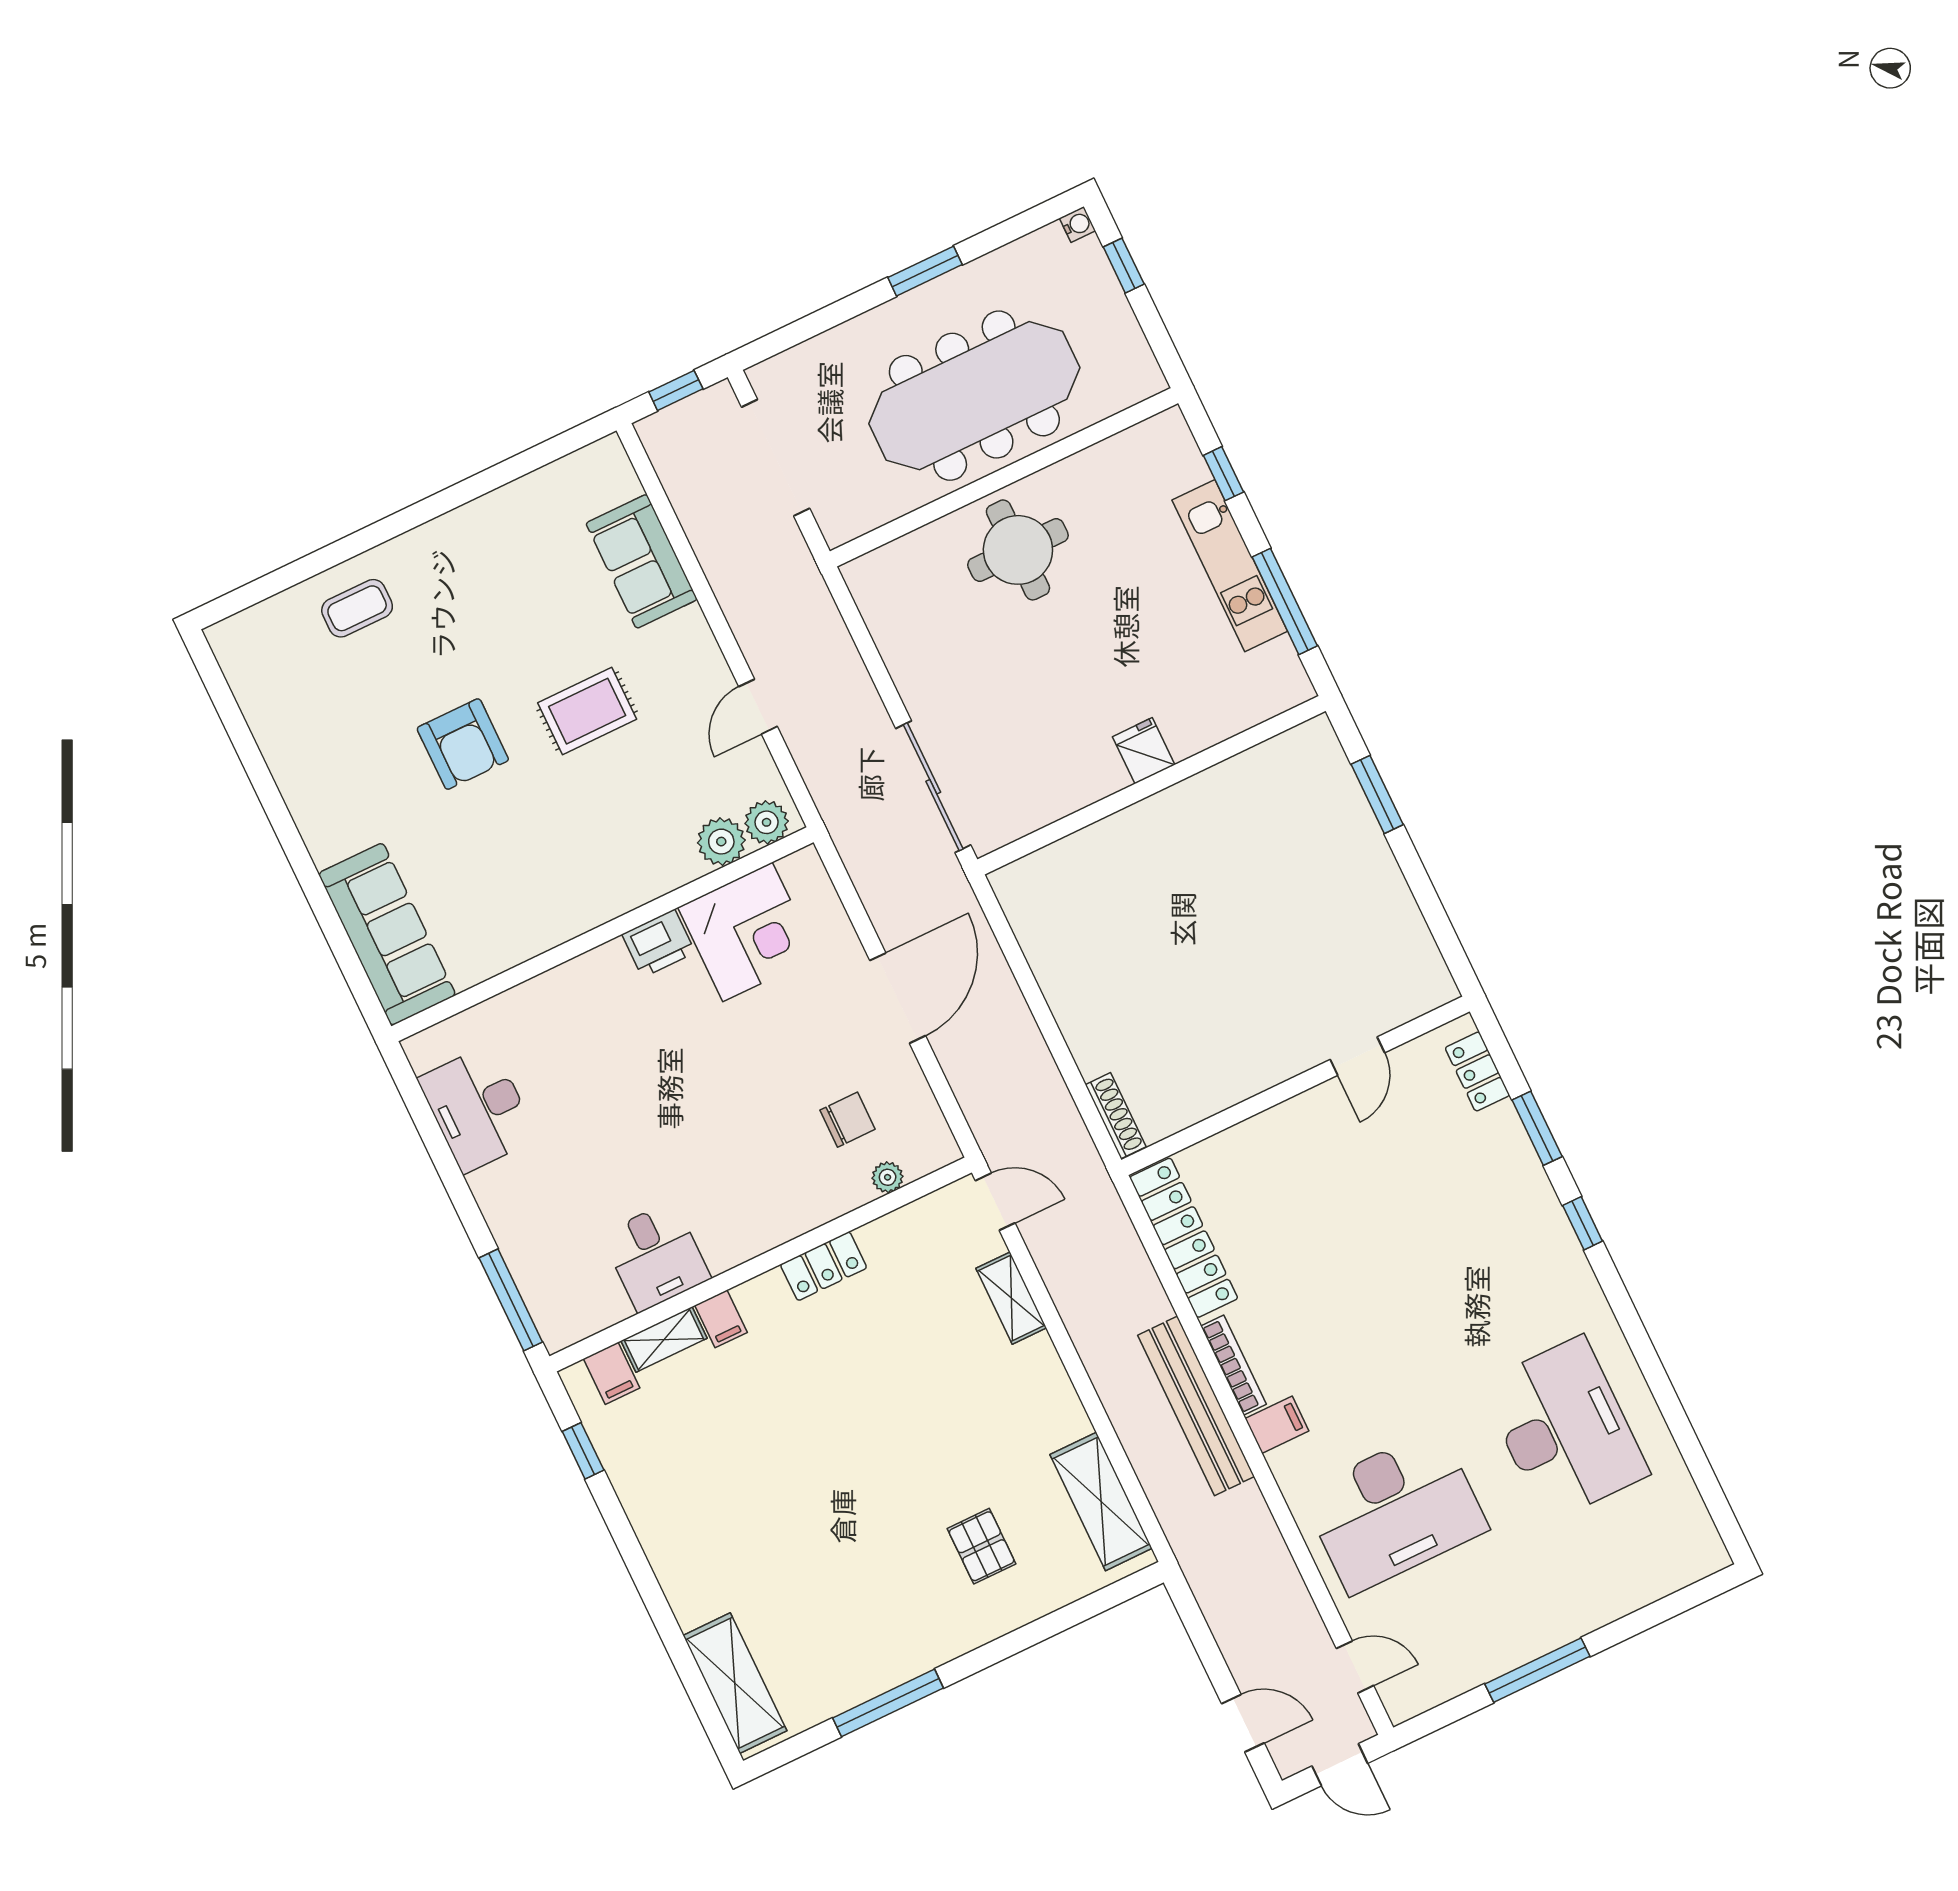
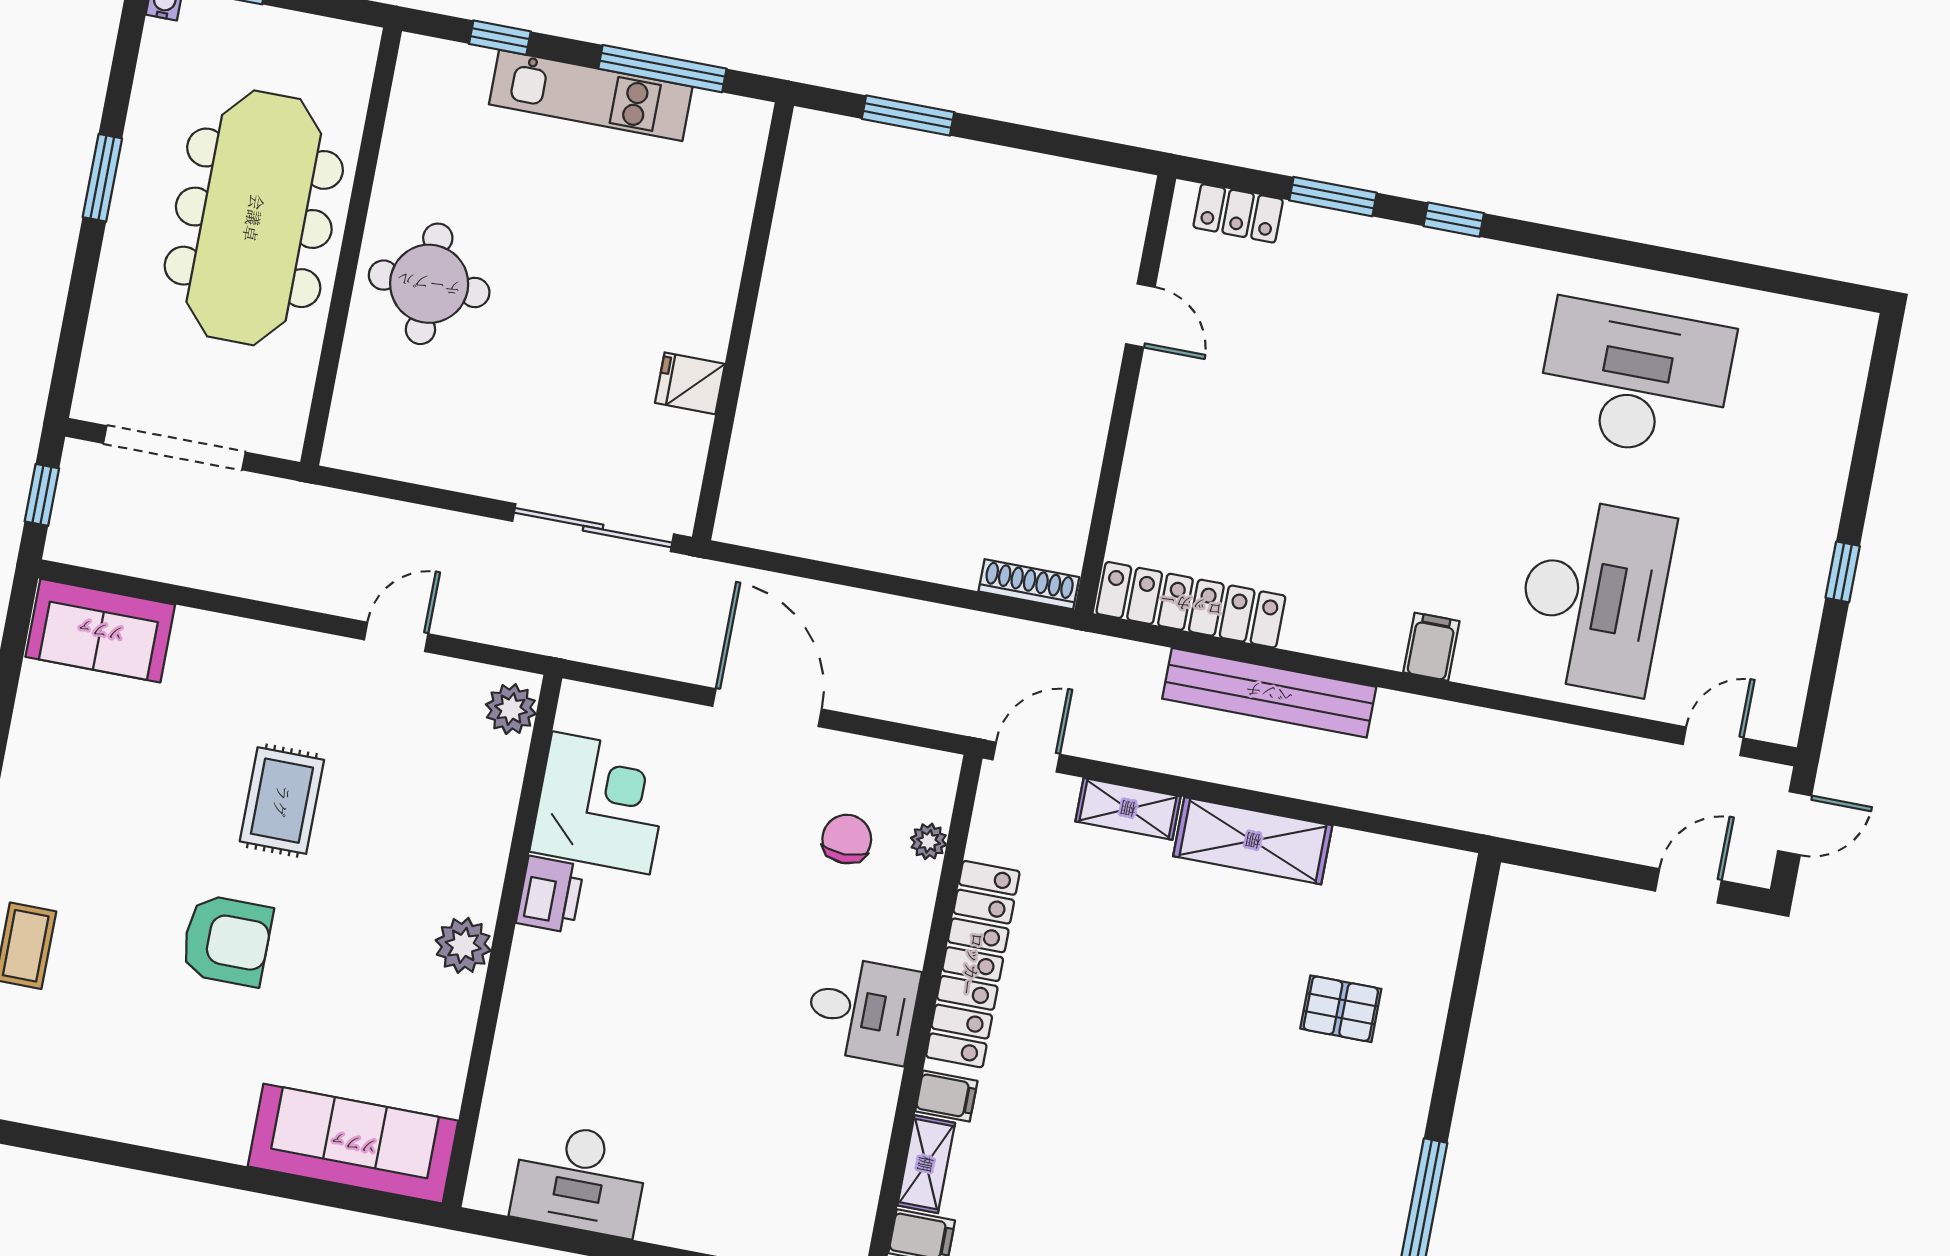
sofa: (642, 561) -> (100, 631), moved
door: (758, 707) -> (396, 637), swing flipped
fridge: (1144, 751) -> (690, 383), moved
plant: (721, 842) -> (463, 945), moved
desk: (656, 1256) -> (862, 1010), moved
locker: (824, 1266) -> (973, 964), width x2.16, depth x1.21
bookcase: (1234, 1365) -> (1345, 646), removed
bench: (1196, 1406) -> (1269, 693), moved
shelving: (1101, 1501) -> (1253, 841), moved
window: (1537, 1670) -> (1843, 572), width x0.46

